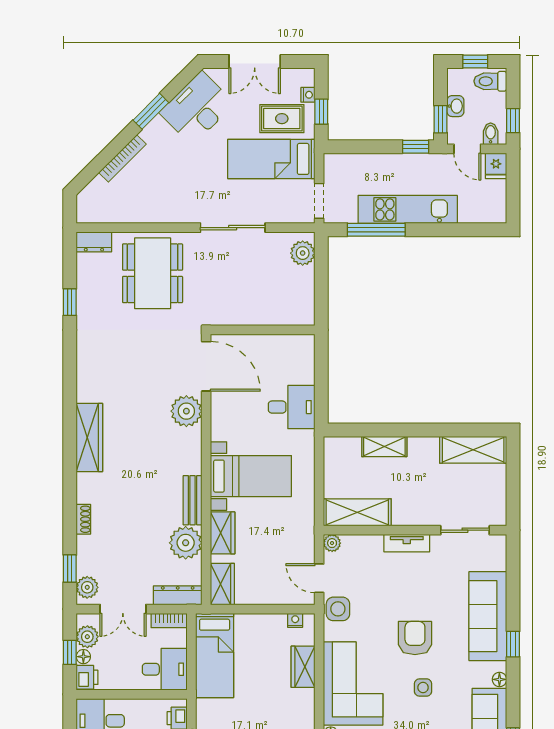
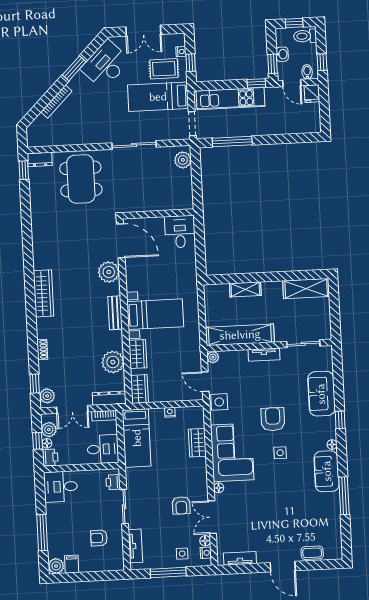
kitchen unit: (408, 209) -> (231, 99), moved, turned 180
window: (70, 302) -> (24, 170), moved
desk: (292, 407) -> (180, 232), moved, turned -90
bench: (193, 500) -> (115, 313), moved
shelving: (357, 512) -> (240, 335), width x1.47
sofa: (488, 616) -> (321, 394), width x0.73
nightstand: (295, 620) -> (170, 412), moved

